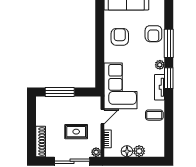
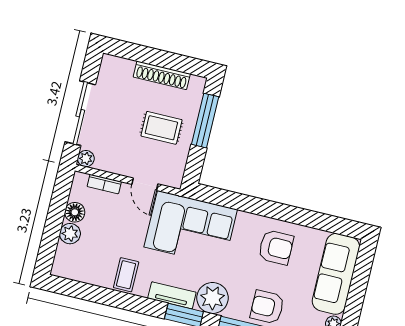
plant: (160, 65) -> (212, 298), width x1.88, depth x1.88
rug: (76, 132) -> (161, 128), moved, turned 90
shoe rack: (41, 141) -> (162, 75), moved

